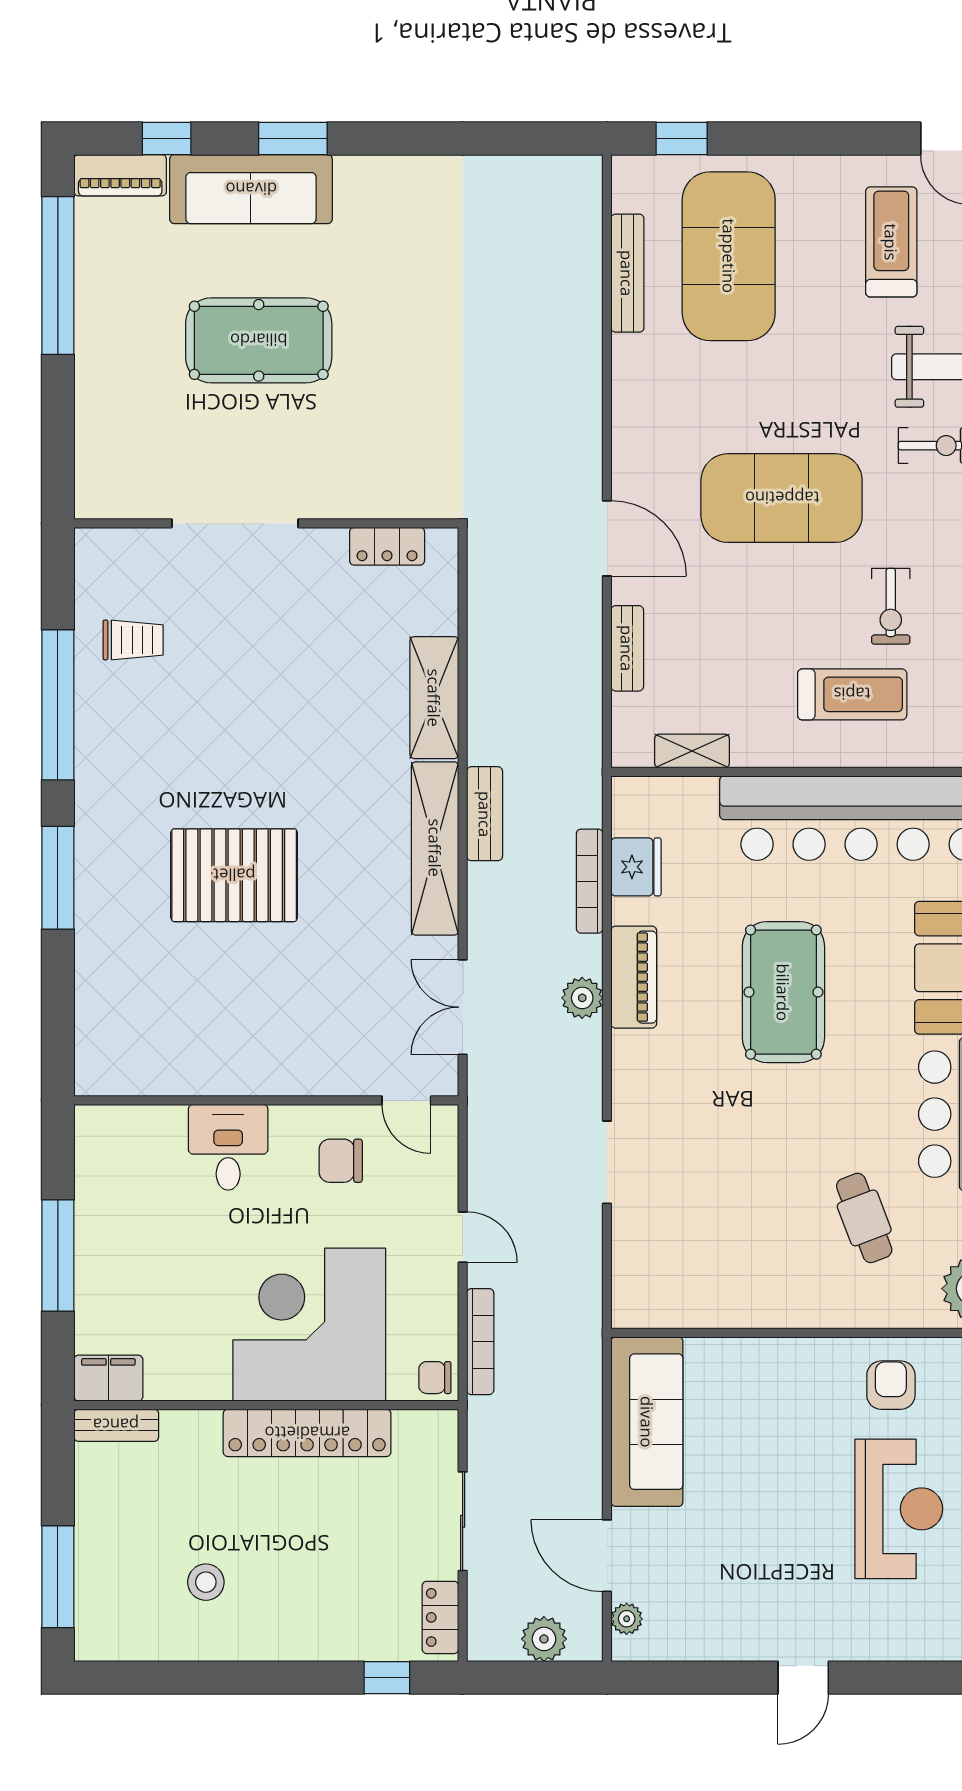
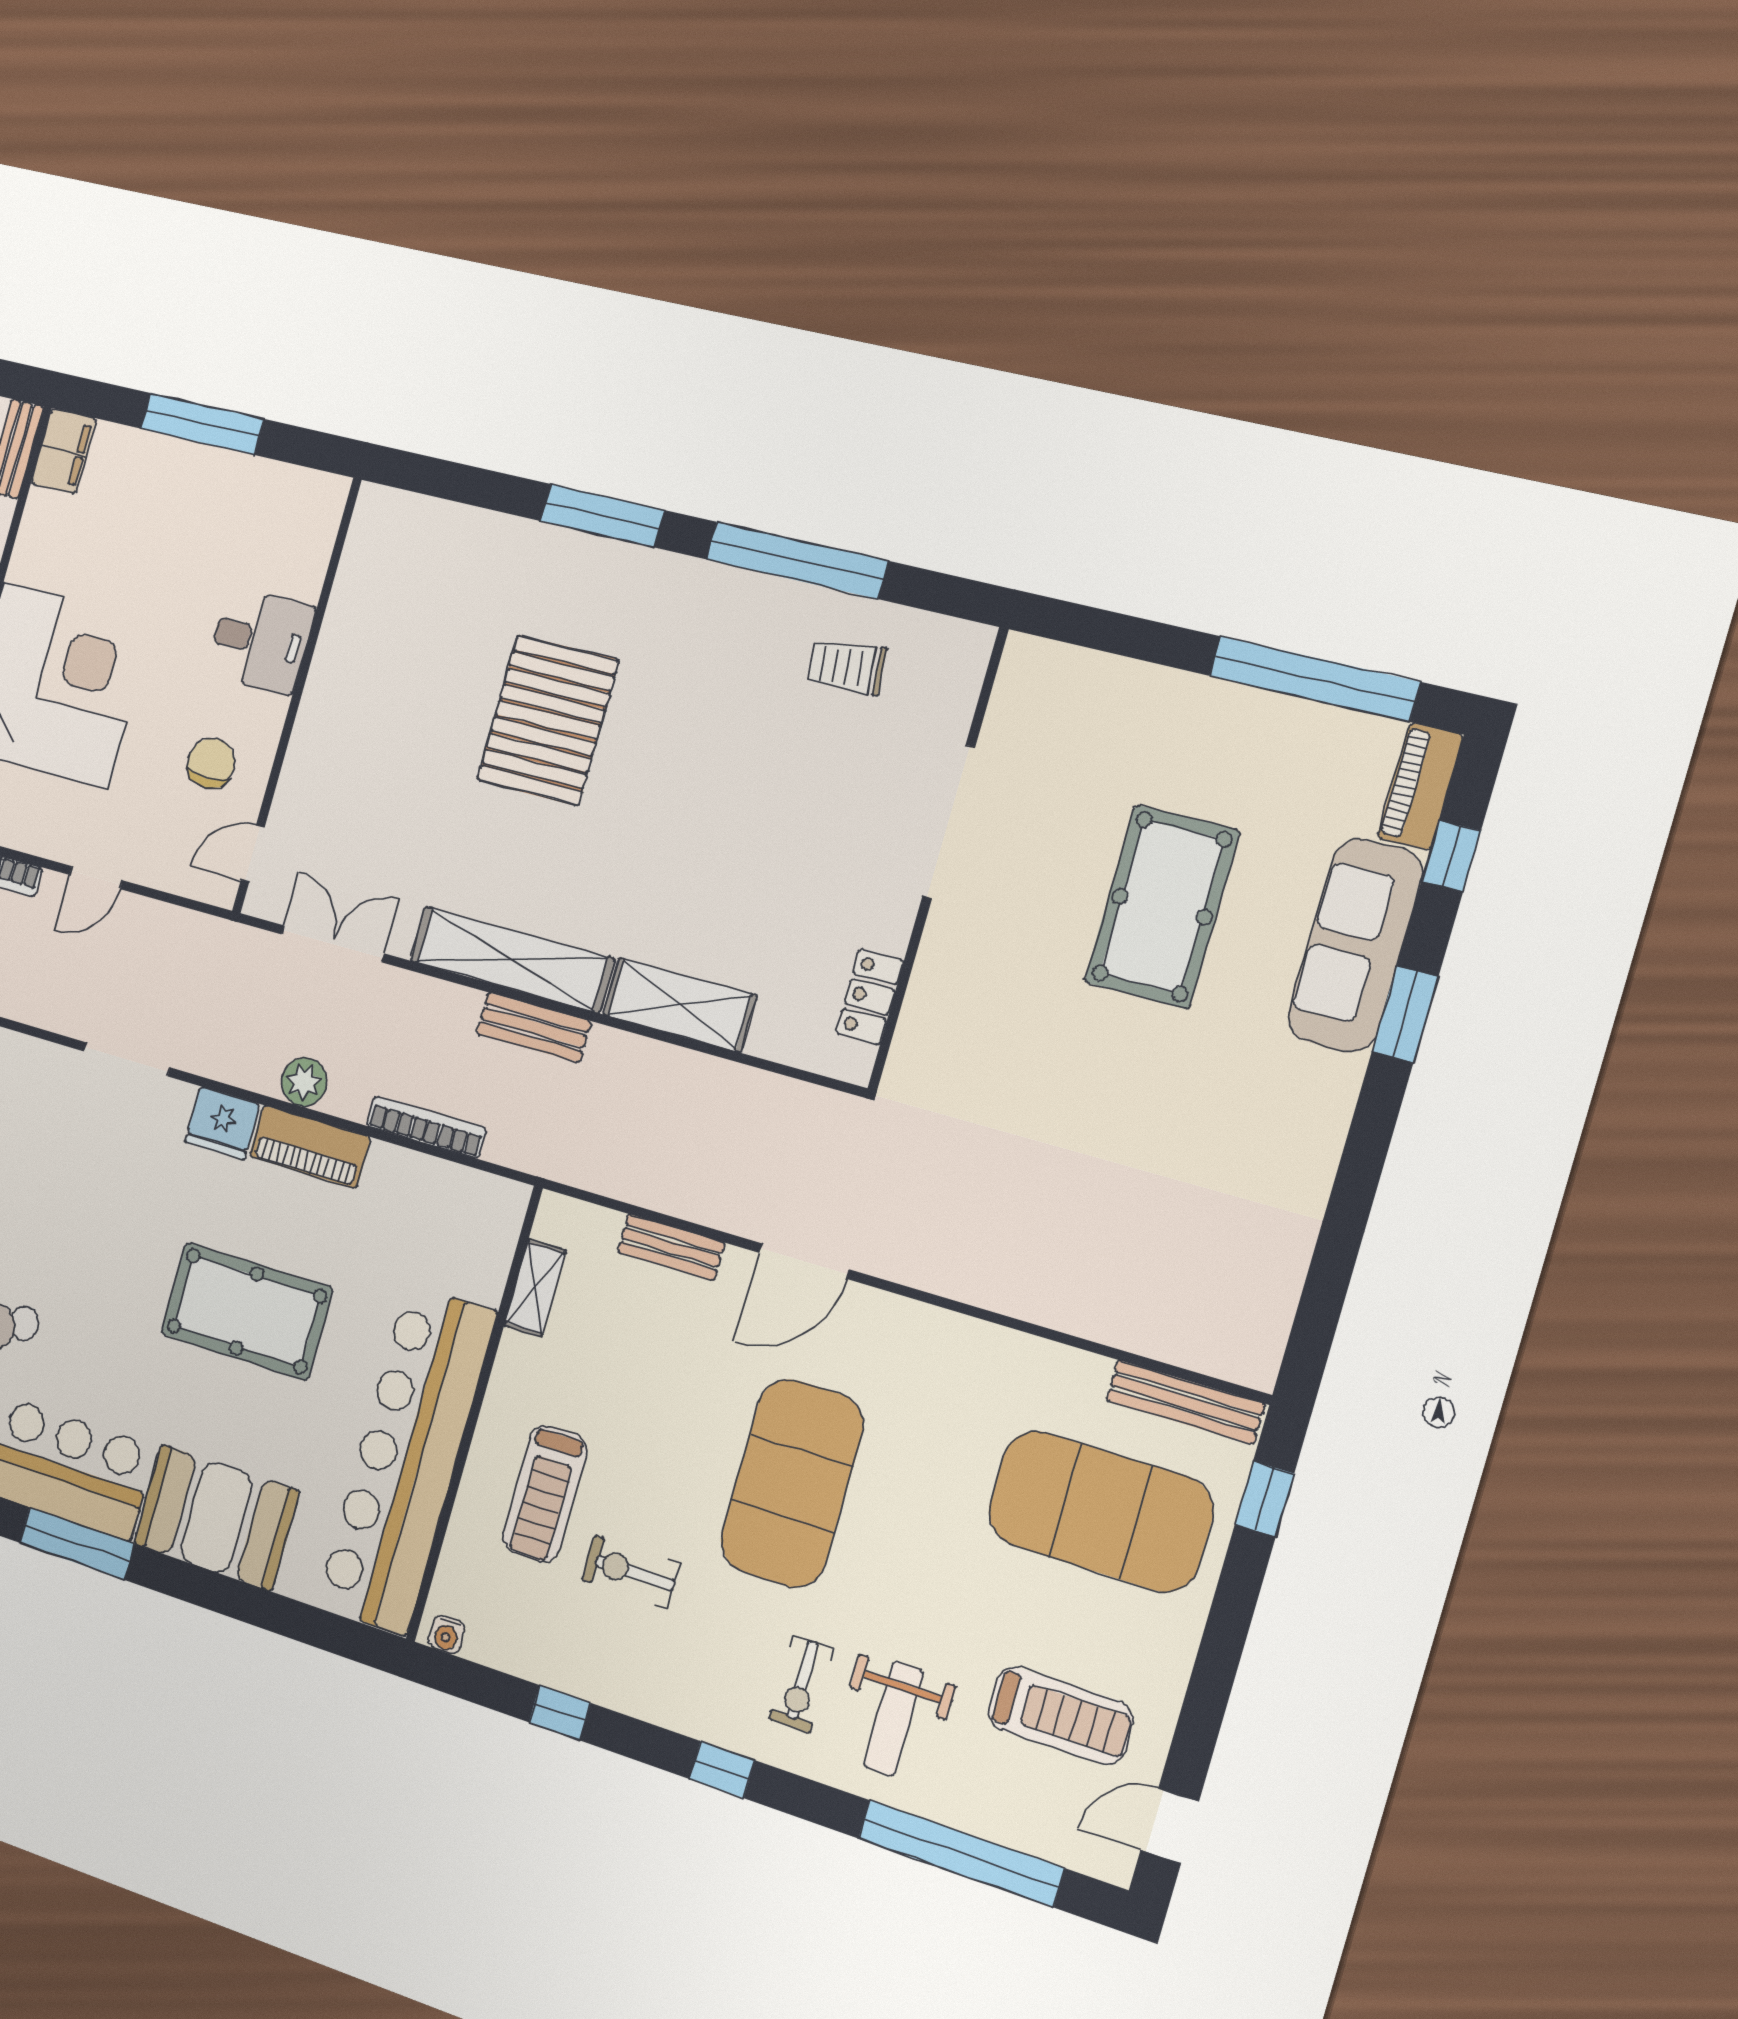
bench: (627, 273) -> (1185, 1402), moved
trolley: (133, 640) -> (847, 667), turned 85
fridge: (636, 867) -> (222, 1123), moved

